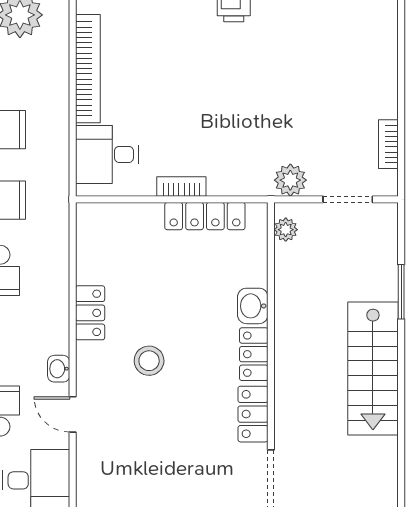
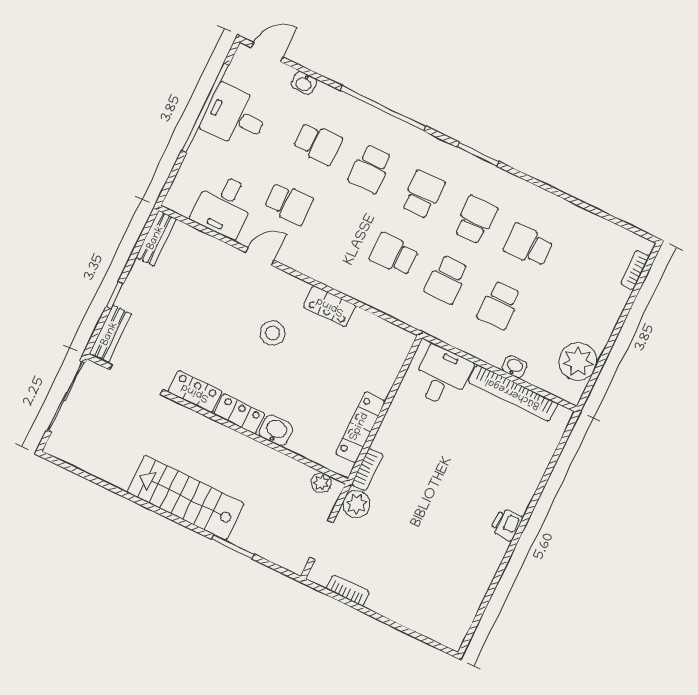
bookcase: (181, 187) -> (367, 470), moved
washbasin: (59, 369) -> (514, 367), moved

